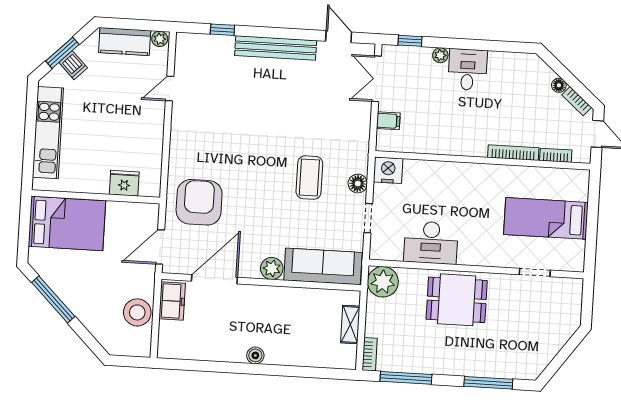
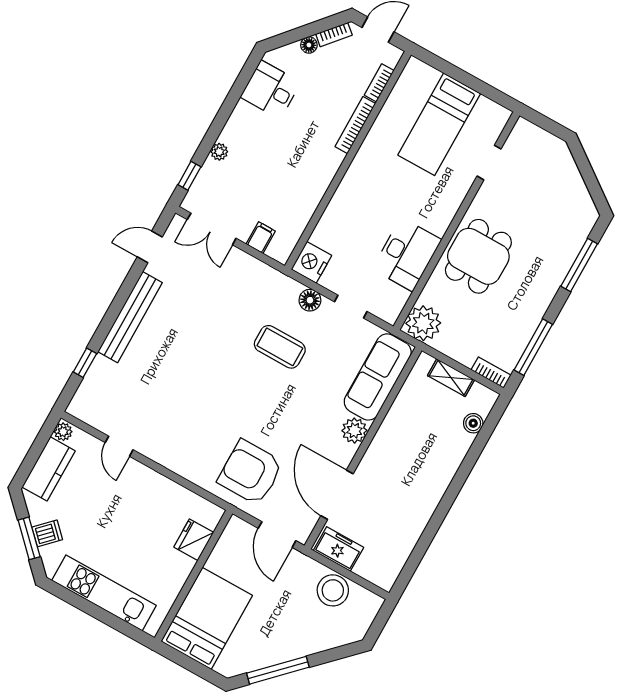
desk: (468, 70) -> (271, 90), moved
boiler: (255, 355) -> (473, 423), moved

